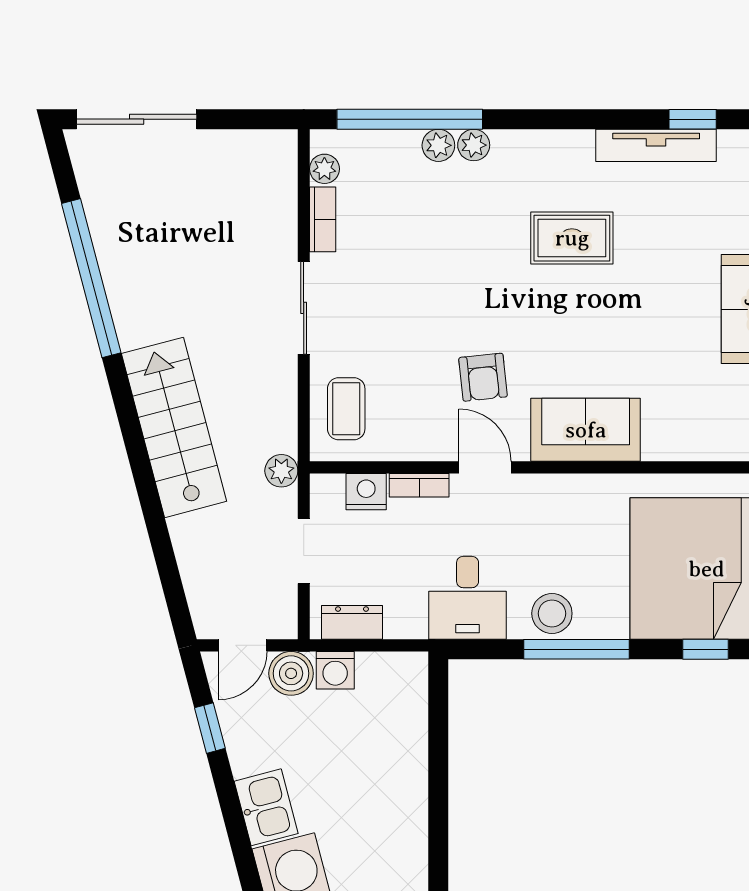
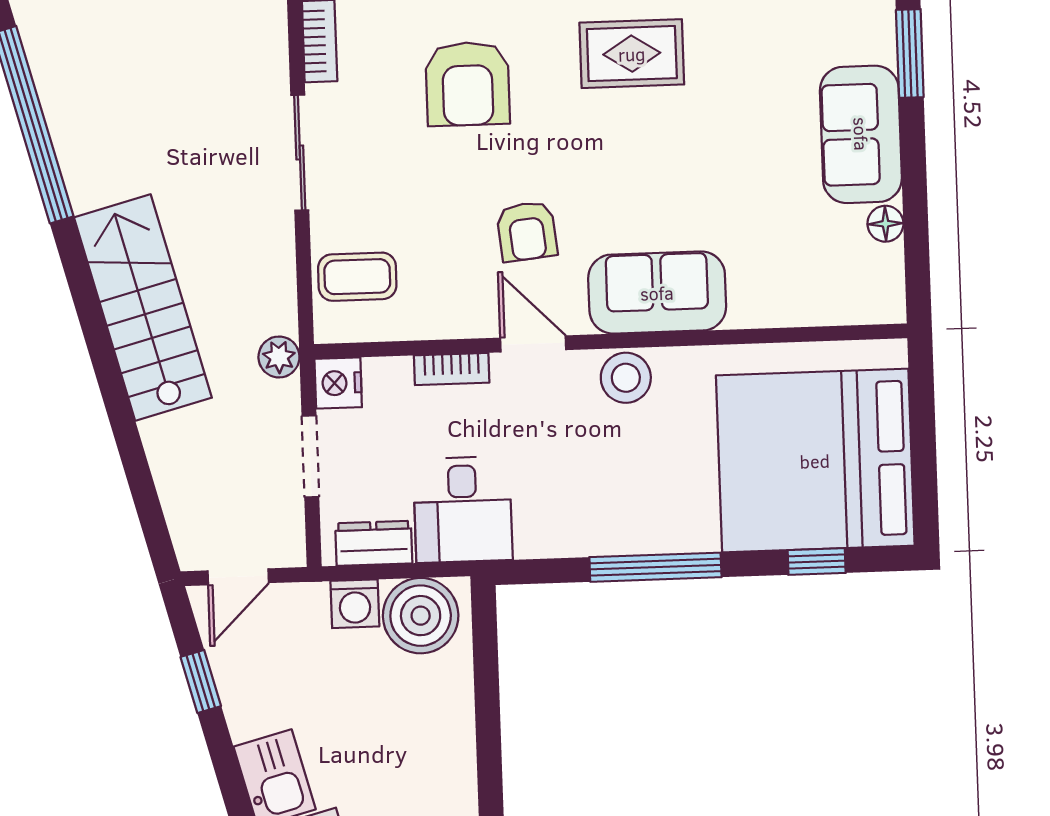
armchair: (440, 258) -> (468, 84), added
coffee table: (346, 409) -> (357, 277), turned 90
nightstand: (366, 492) -> (338, 383), moved, turned -90
desk: (468, 598) -> (463, 509), moved
stool: (552, 613) -> (626, 378), moved
boiler: (291, 673) -> (421, 616), moved, width x1.37, depth x1.37

